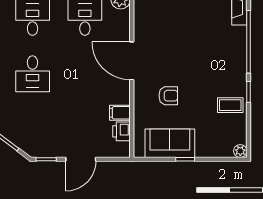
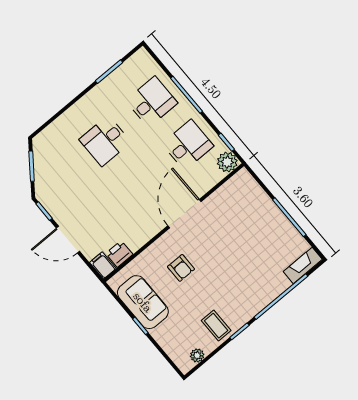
filing cabinet: (120, 113) -> (103, 265), moved
plant: (240, 151) -> (197, 355), moved

